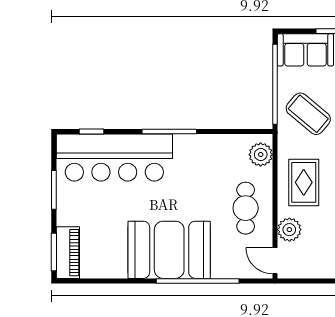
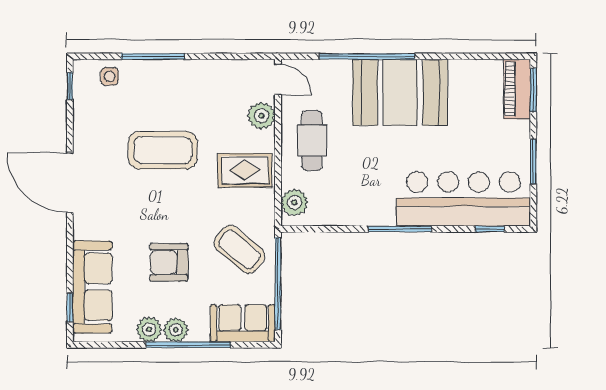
rug: (304, 182) -> (245, 170), turned 90

